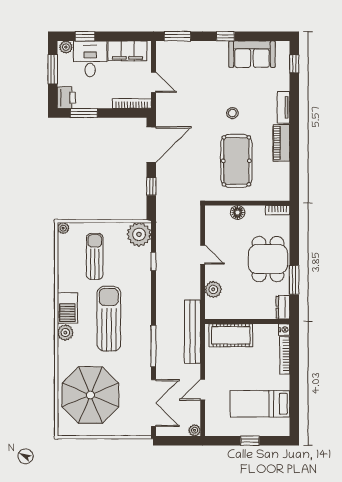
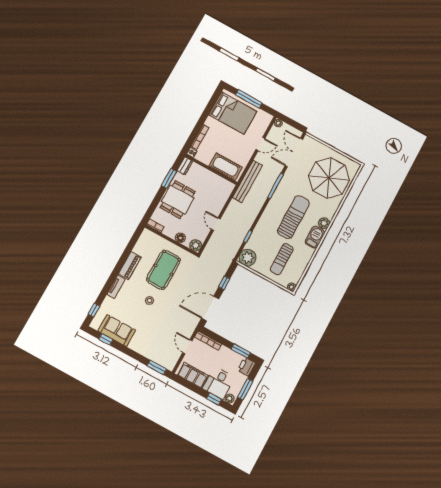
window: (225, 36) -> (106, 339), moved
plant: (213, 289) -> (196, 245), moved
sun lounger: (109, 319) -> (293, 217), turned 180
bed: (260, 404) -> (233, 113), width x1.50
window: (250, 441) -> (249, 99), width x2.17

